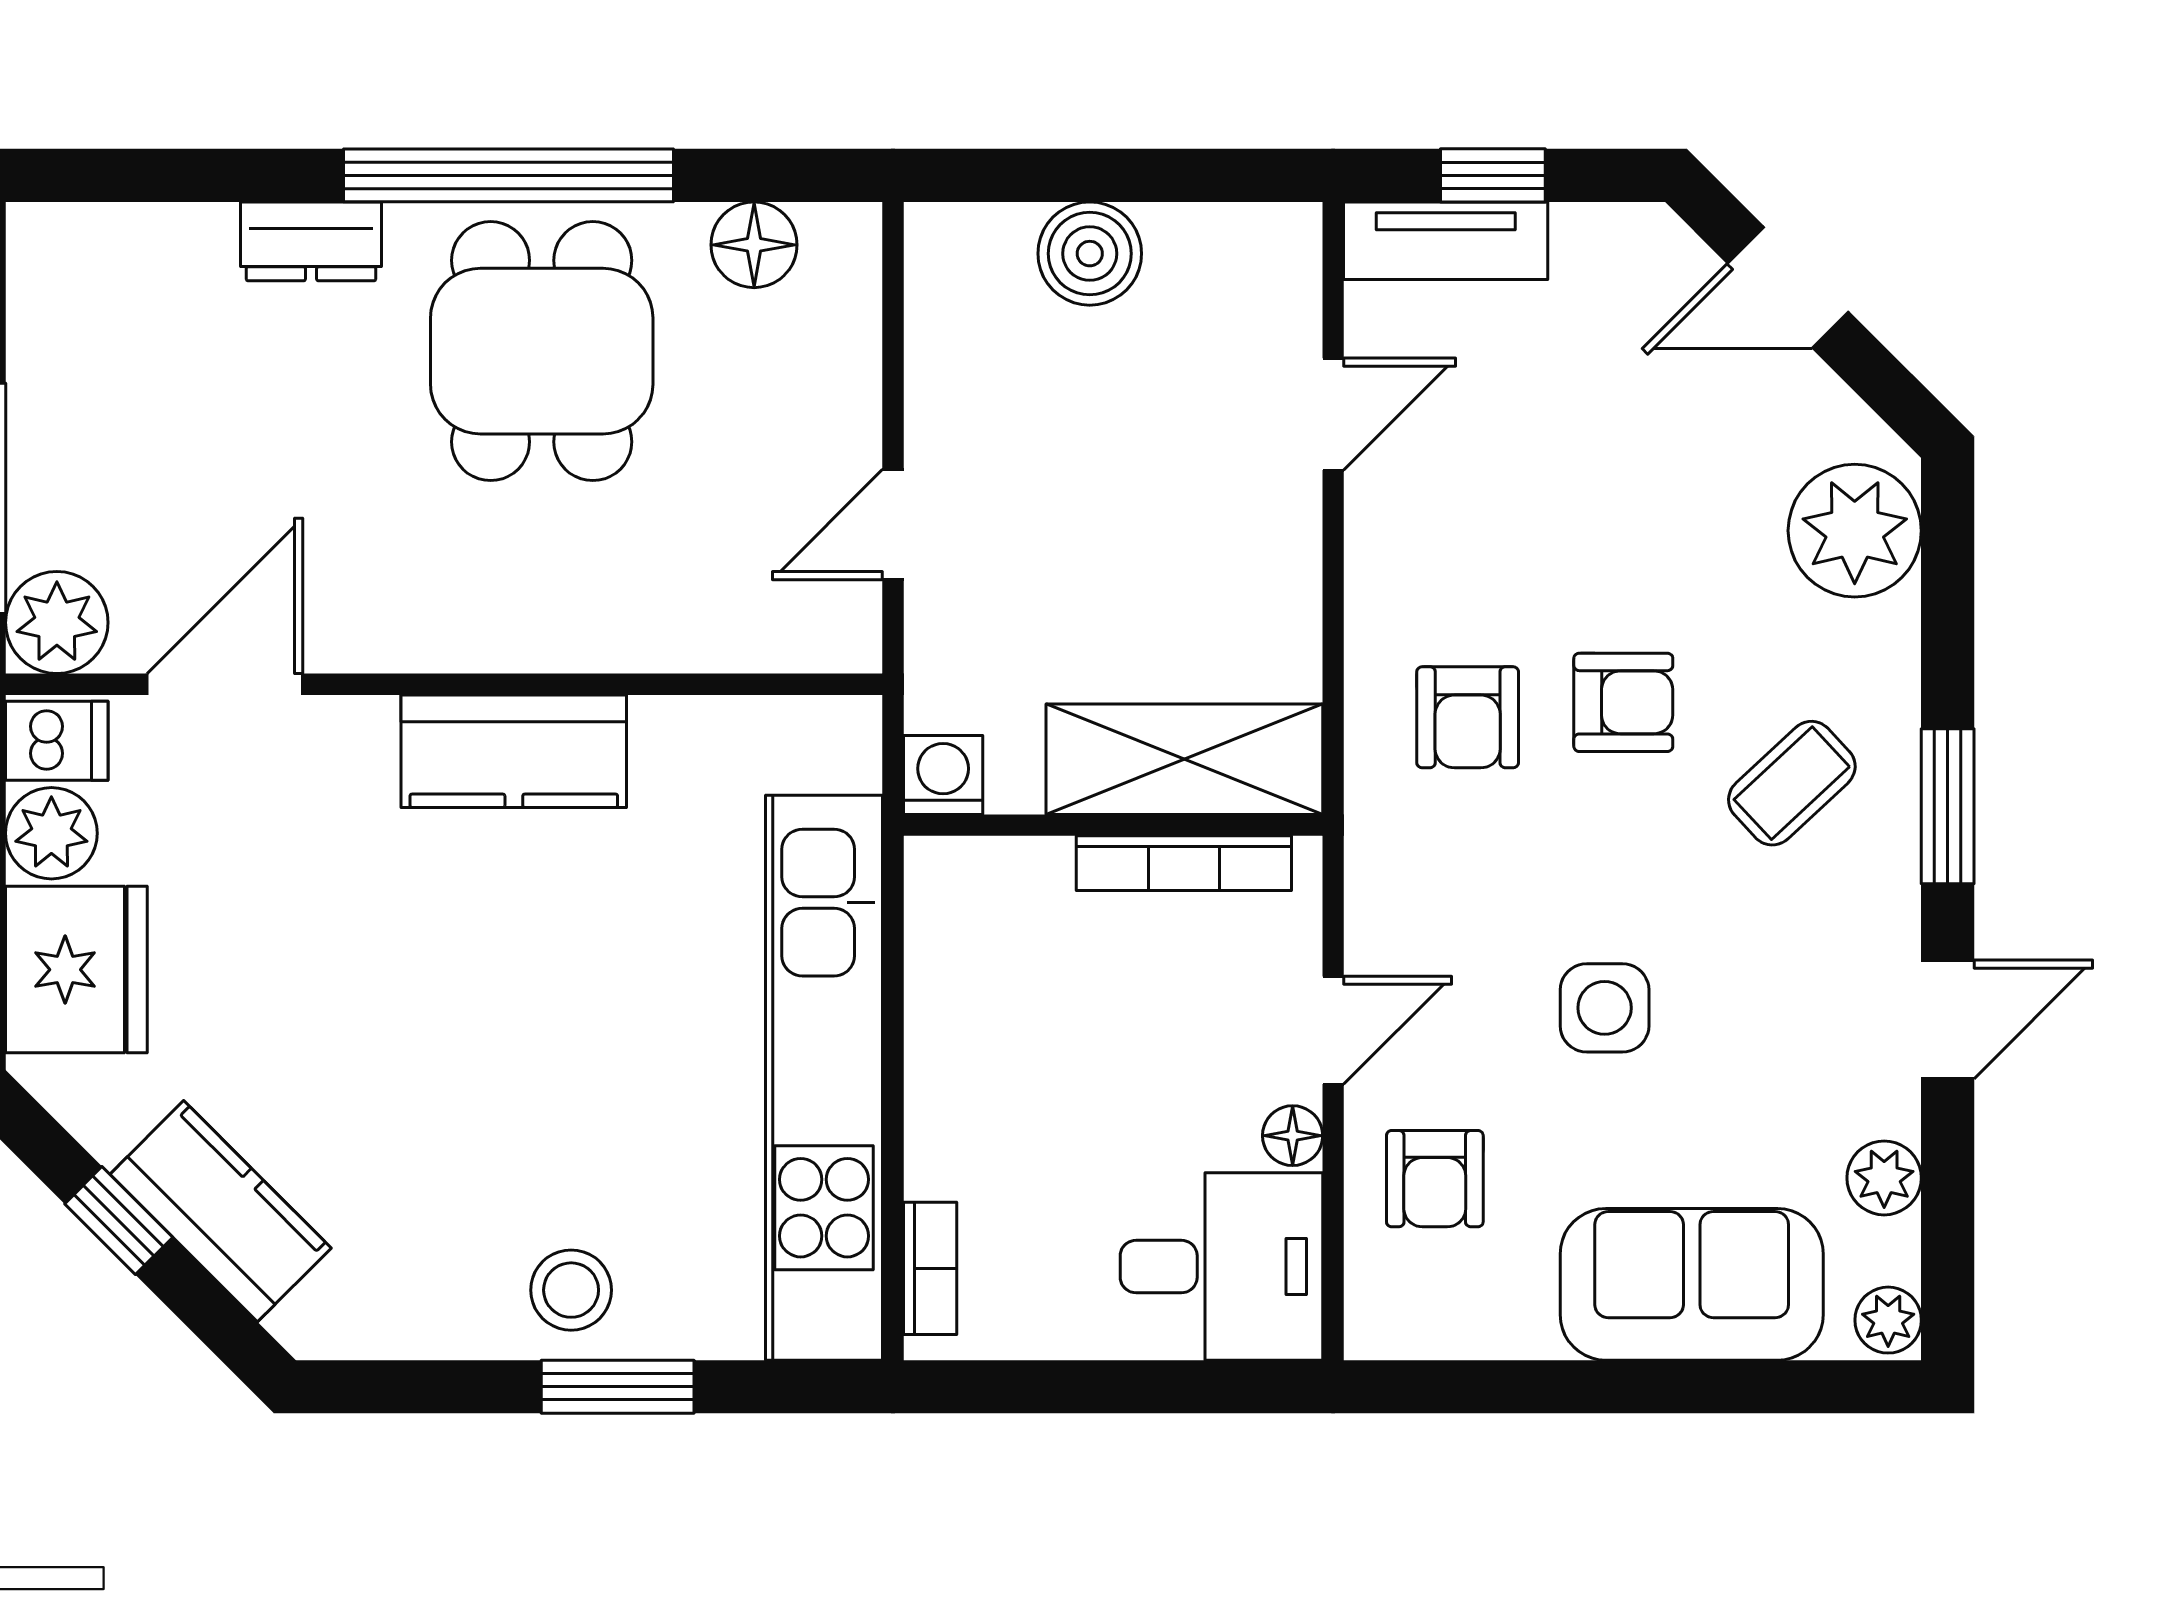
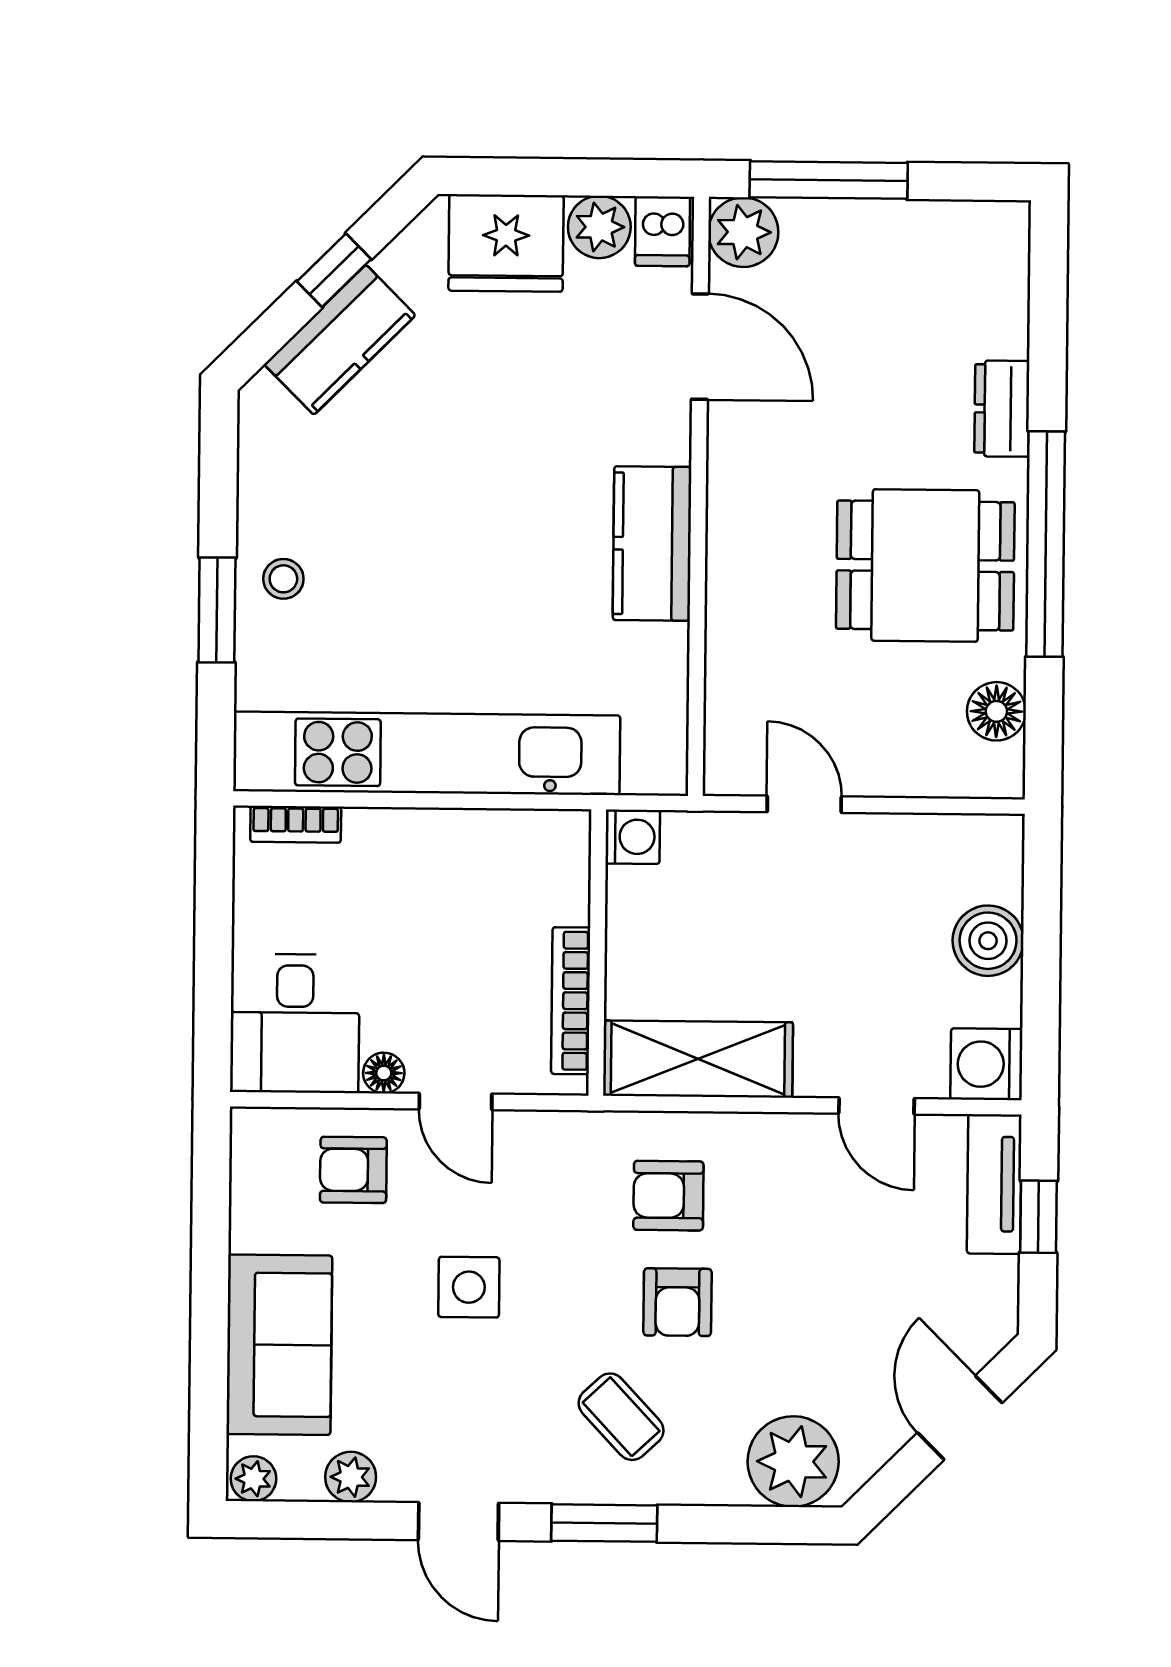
washing machine: (1270, 254) -> (986, 1064), added
shelving: (1184, 759) -> (698, 1059), moved, turned 90
stool: (571, 1290) -> (283, 579), width x0.73, depth x0.73

